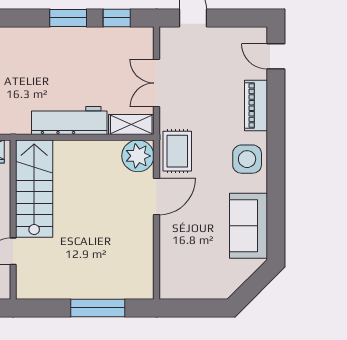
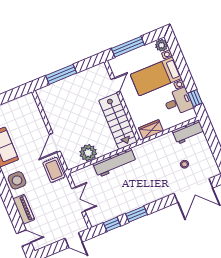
shelving: (131, 125) -> (83, 174), removed
plant: (138, 156) -> (88, 153), moved

